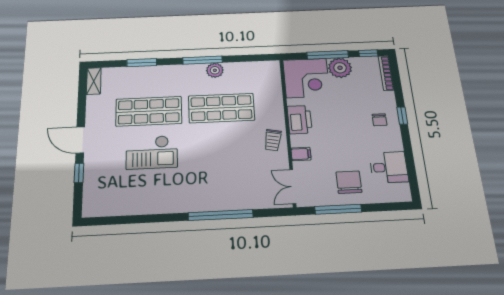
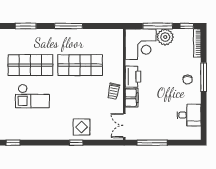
plant: (215, 70) -> (77, 35), removed
window: (402, 116) -> (204, 77), width x2.17
filing cabinet: (301, 154) -> (132, 98), width x2.00
chair: (349, 182) -> (161, 124), removed
display table: (228, 192) -> (82, 127), added
window: (221, 215) -> (76, 143), width x0.32
window: (122, 220) -> (13, 143), added

